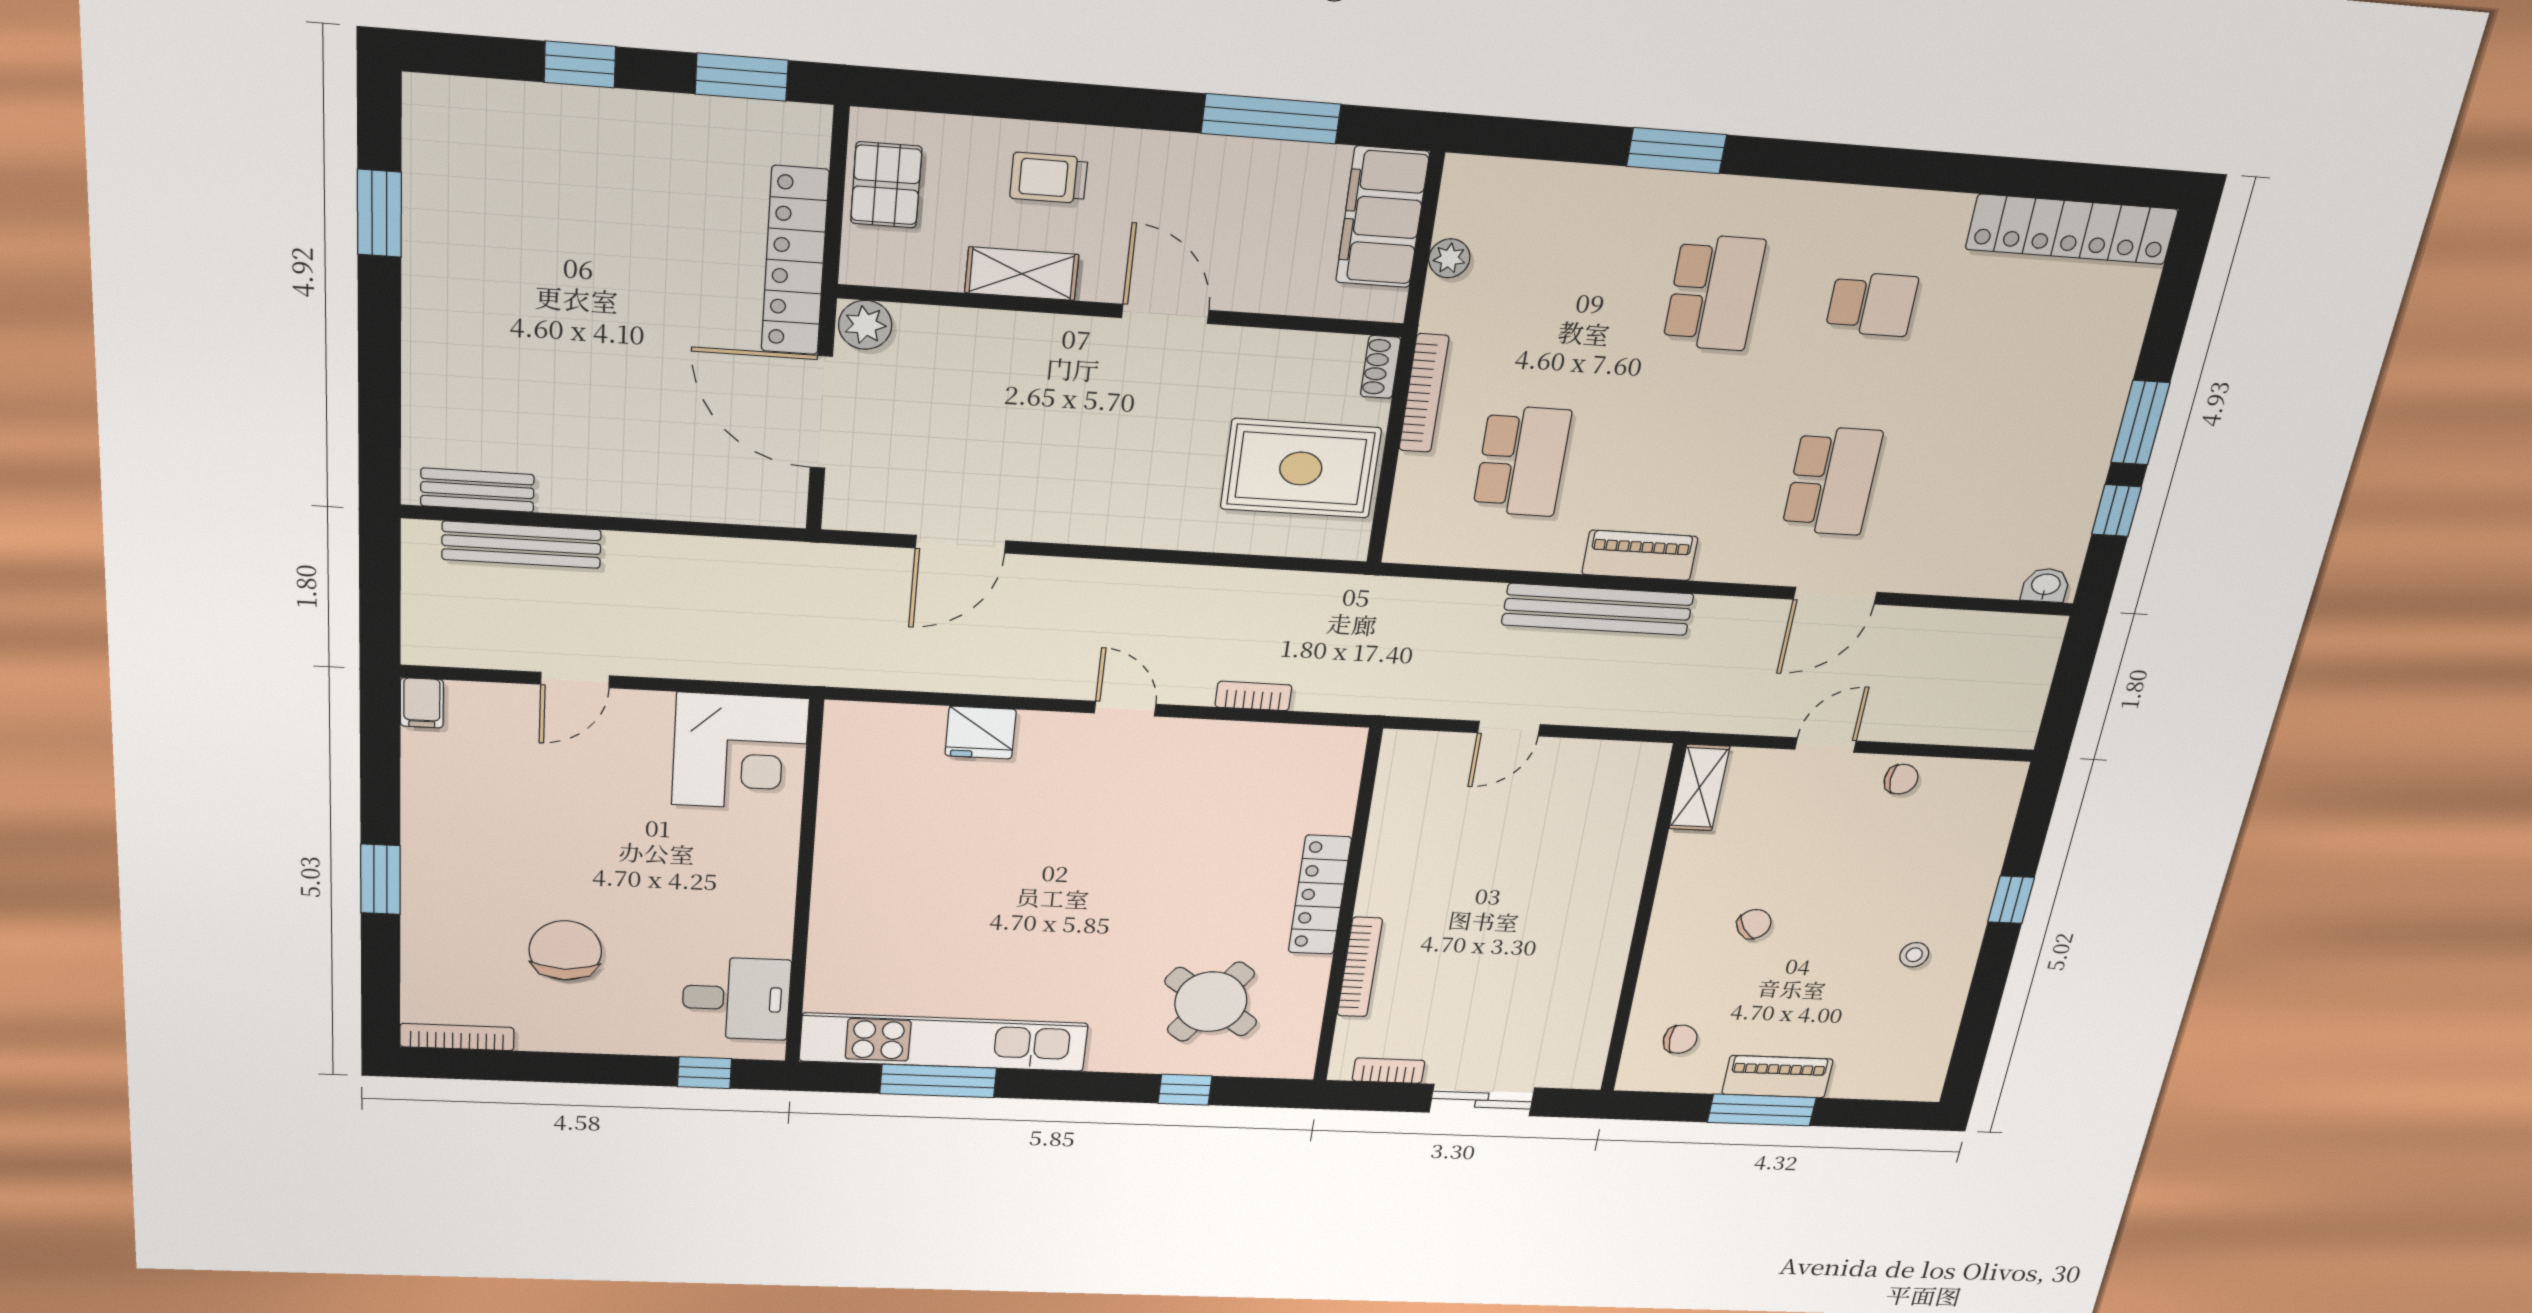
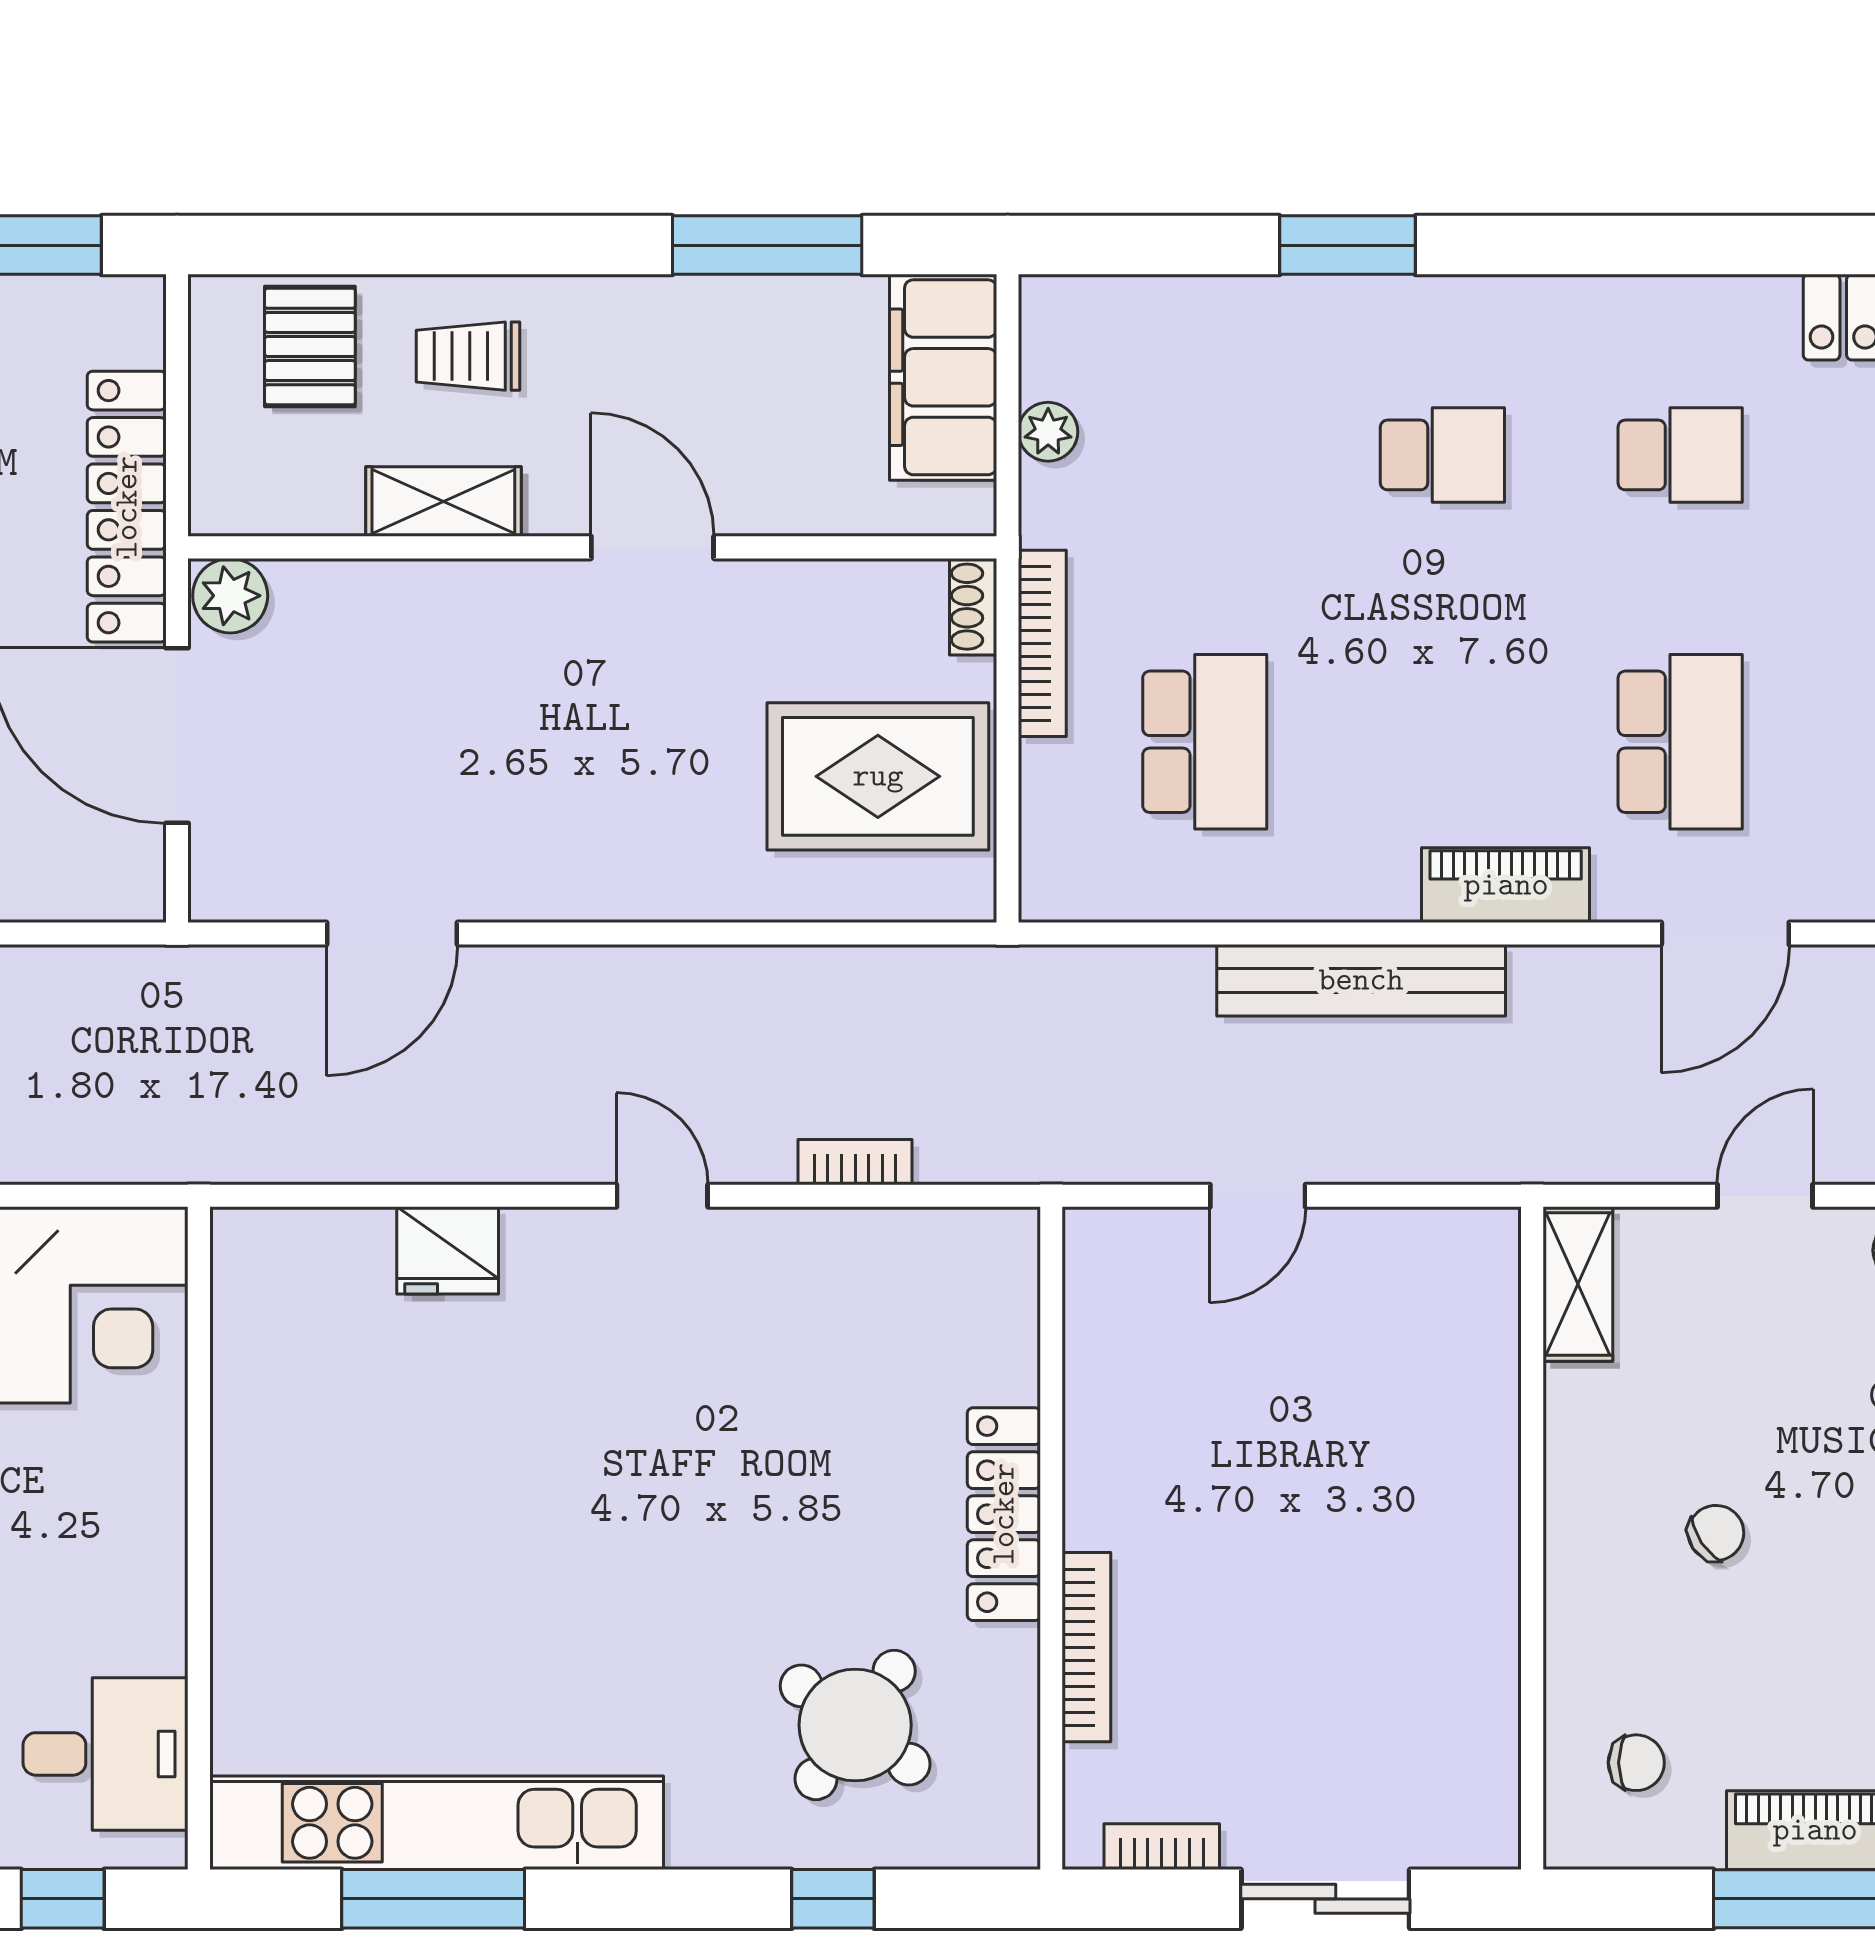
pallet: (886, 185) -> (310, 347), moved
school desk: (1714, 293) -> (1442, 455), width x0.54
piano: (1640, 555) -> (1506, 885), moved

